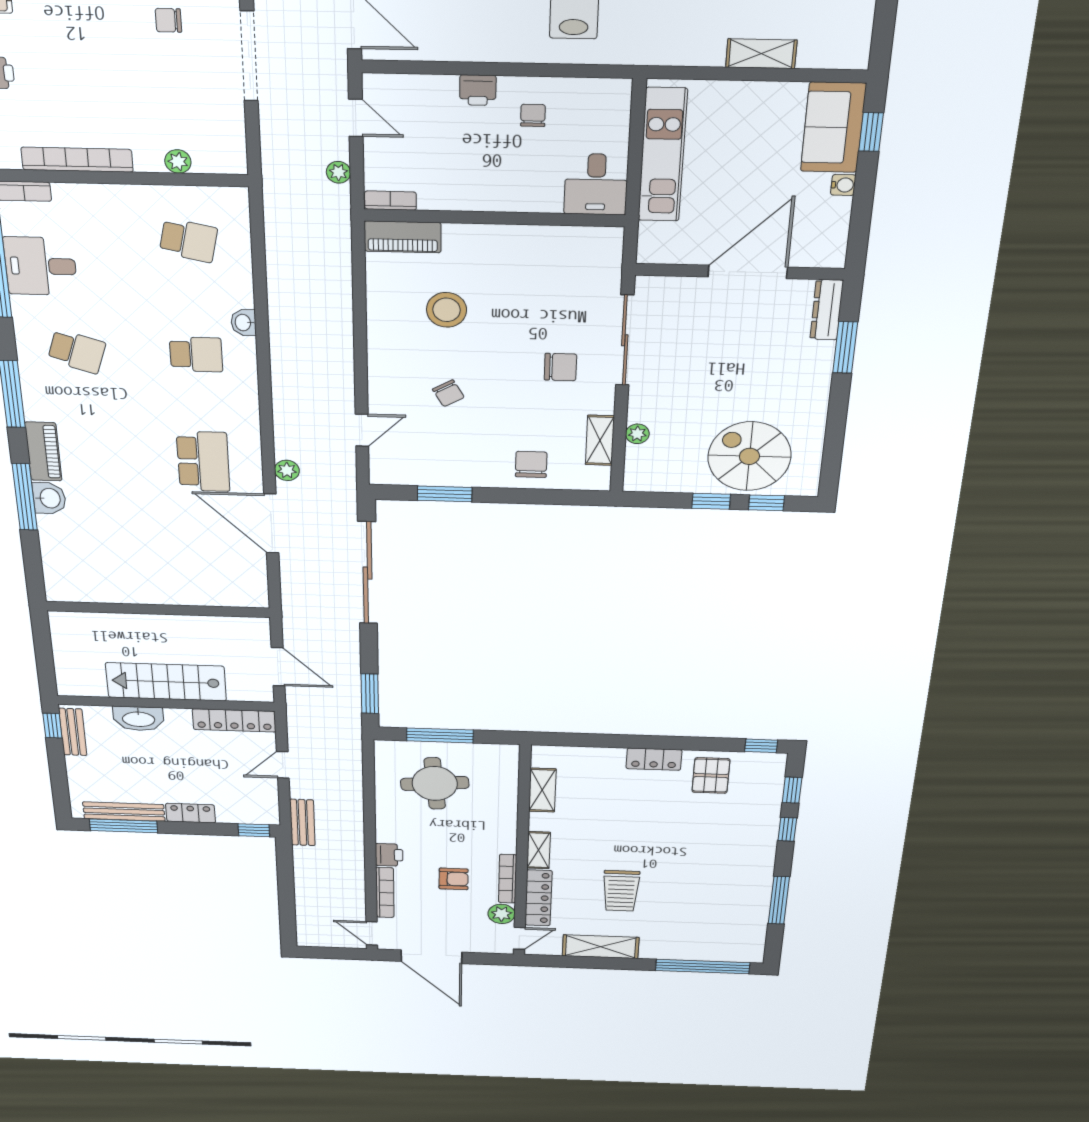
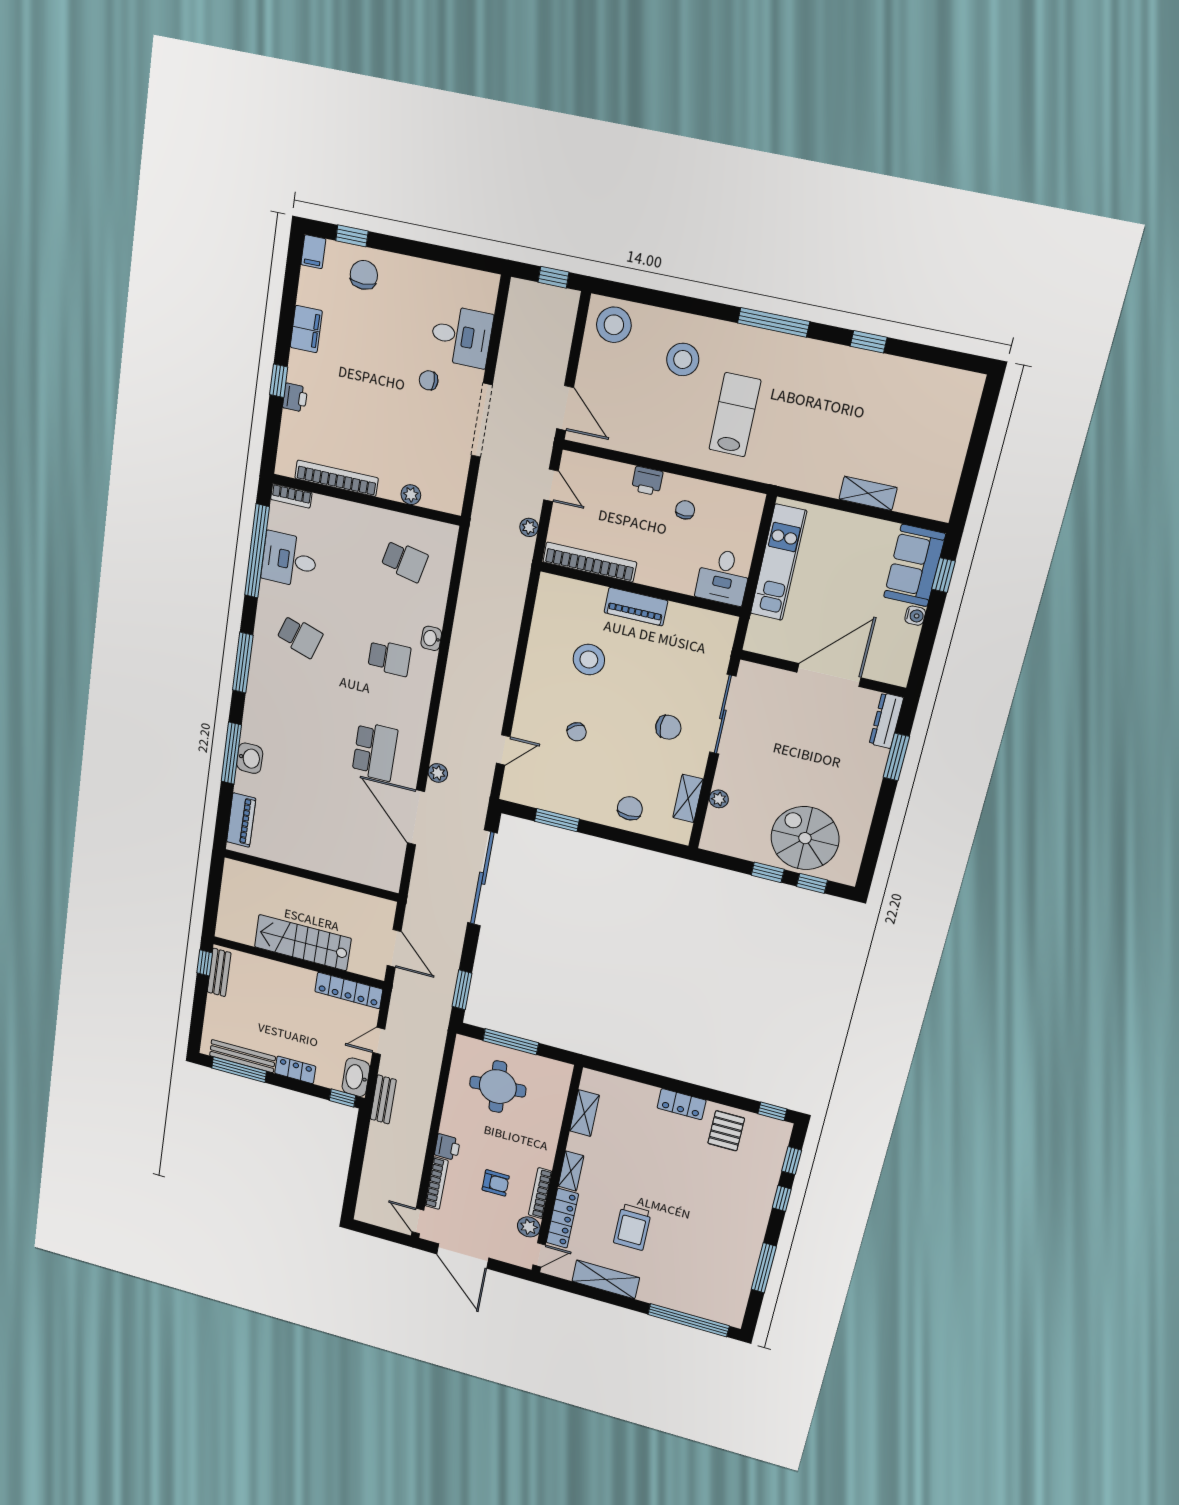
bookcase: (390, 201) -> (590, 562), width x2.31, depth x1.31
piano: (403, 237) -> (636, 607), moved
piano: (43, 452) -> (241, 820), moved
washbasin: (139, 719) -> (356, 1077), moved, turned 90

